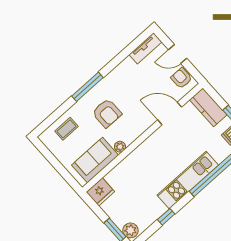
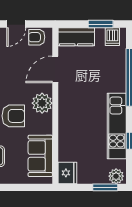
plant: (120, 147) -> (42, 103), moved, width x1.88, depth x1.88
kitchen unit: (188, 180) -> (117, 126), moved

